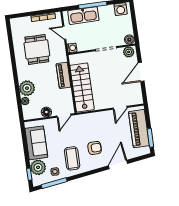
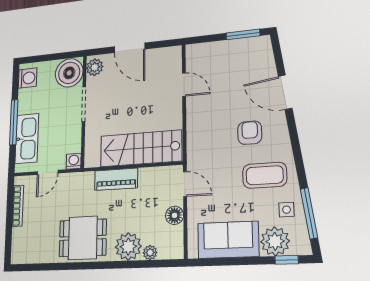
boiler: (129, 40) -> (69, 73), width x1.86, depth x1.86
dining table: (37, 49) -> (83, 238), moved
piano: (139, 129) -> (224, 54), removed

